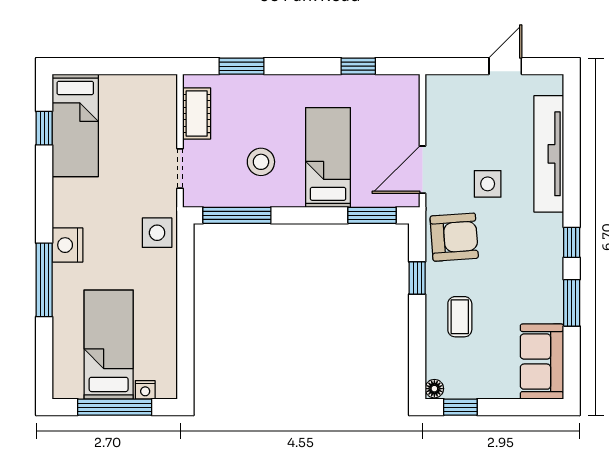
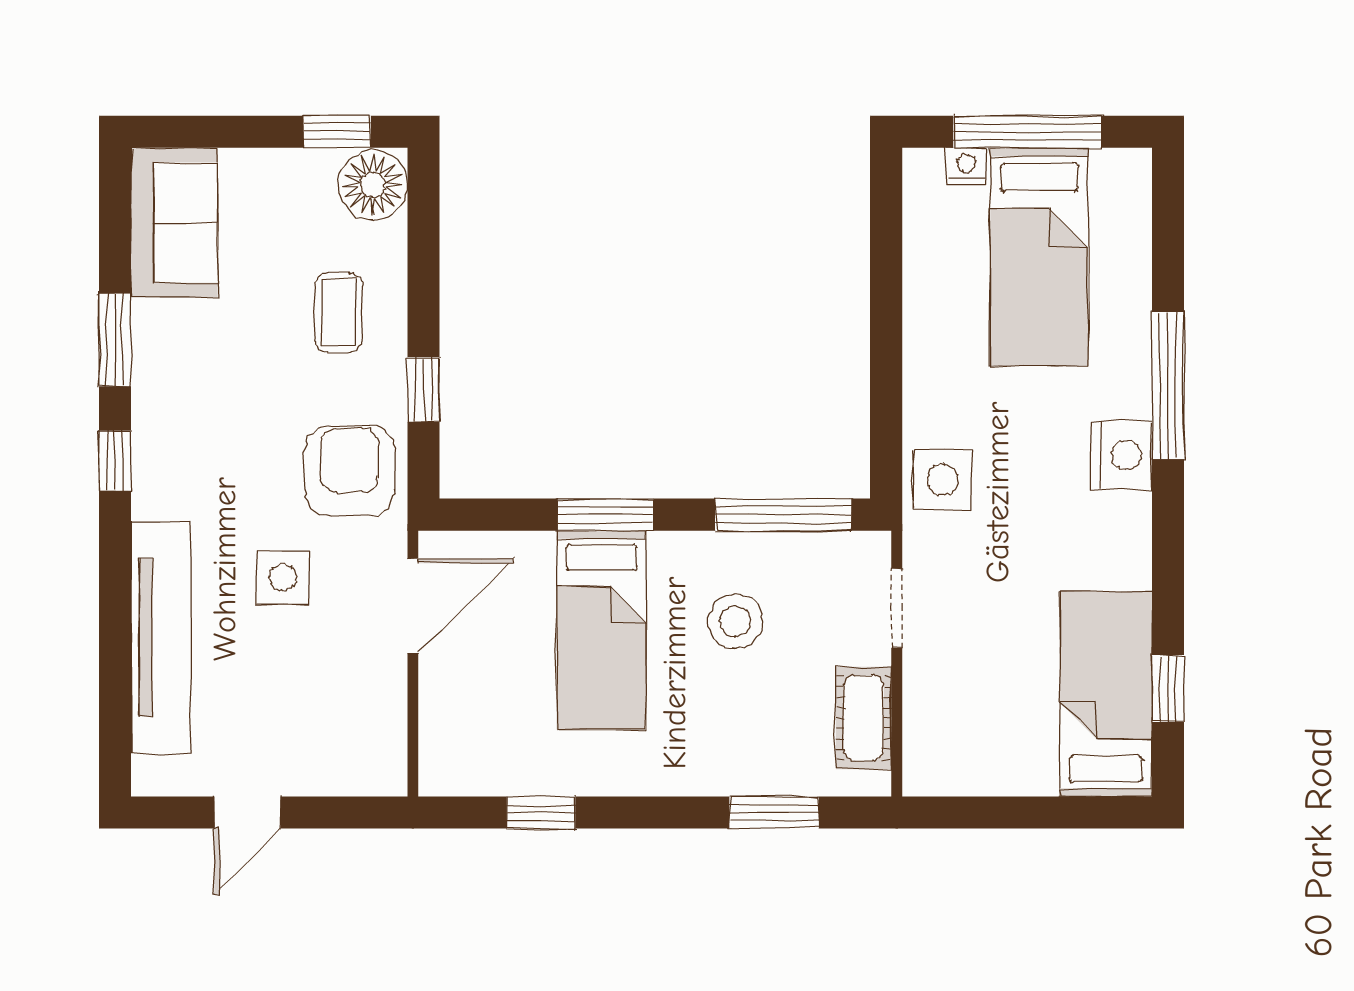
window: (372, 215) -> (606, 515), moved
armchair: (454, 237) -> (350, 471), turned 94
floor lamp: (434, 389) -> (373, 185), width x1.89, depth x1.89

